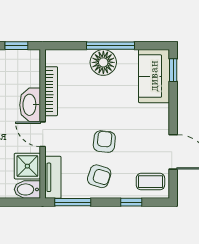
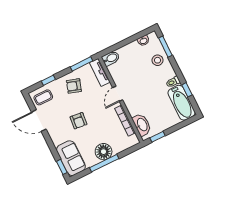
washbasin: (30, 105) -> (142, 125), moved
door: (43, 134) -> (118, 94), swing flipped
armchair: (104, 142) -> (78, 121), moved
shower: (27, 166) -> (117, 72), removed

